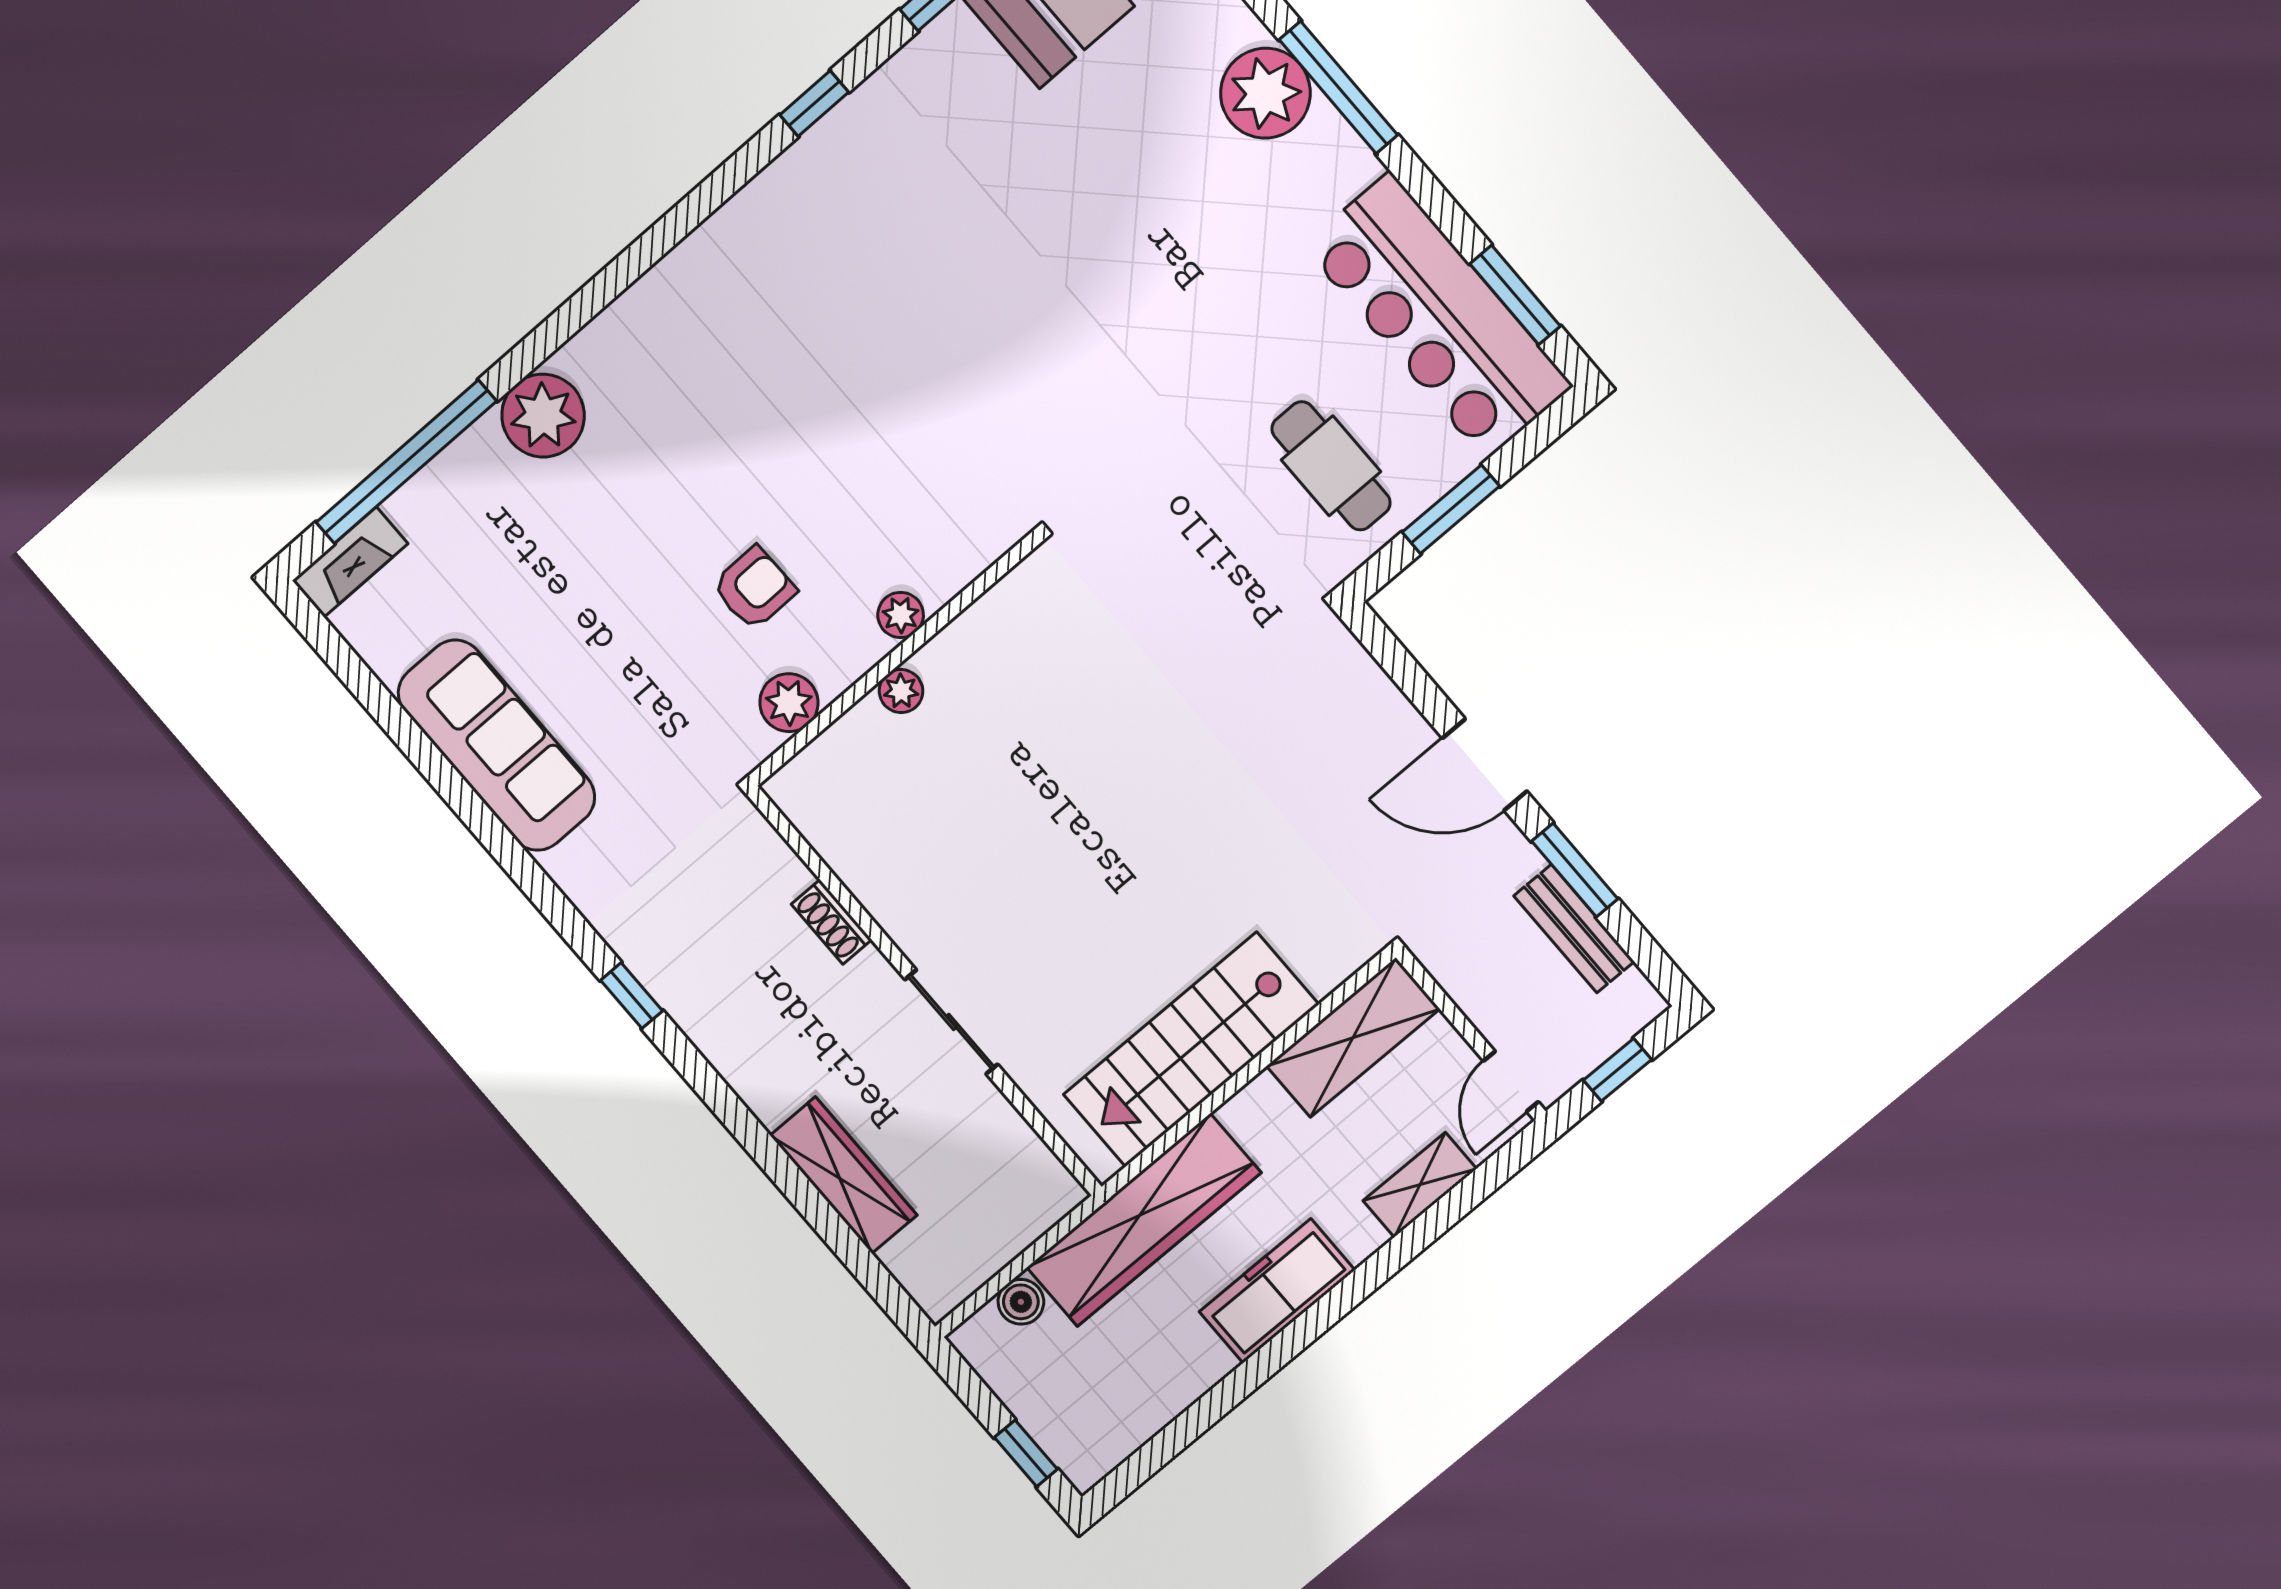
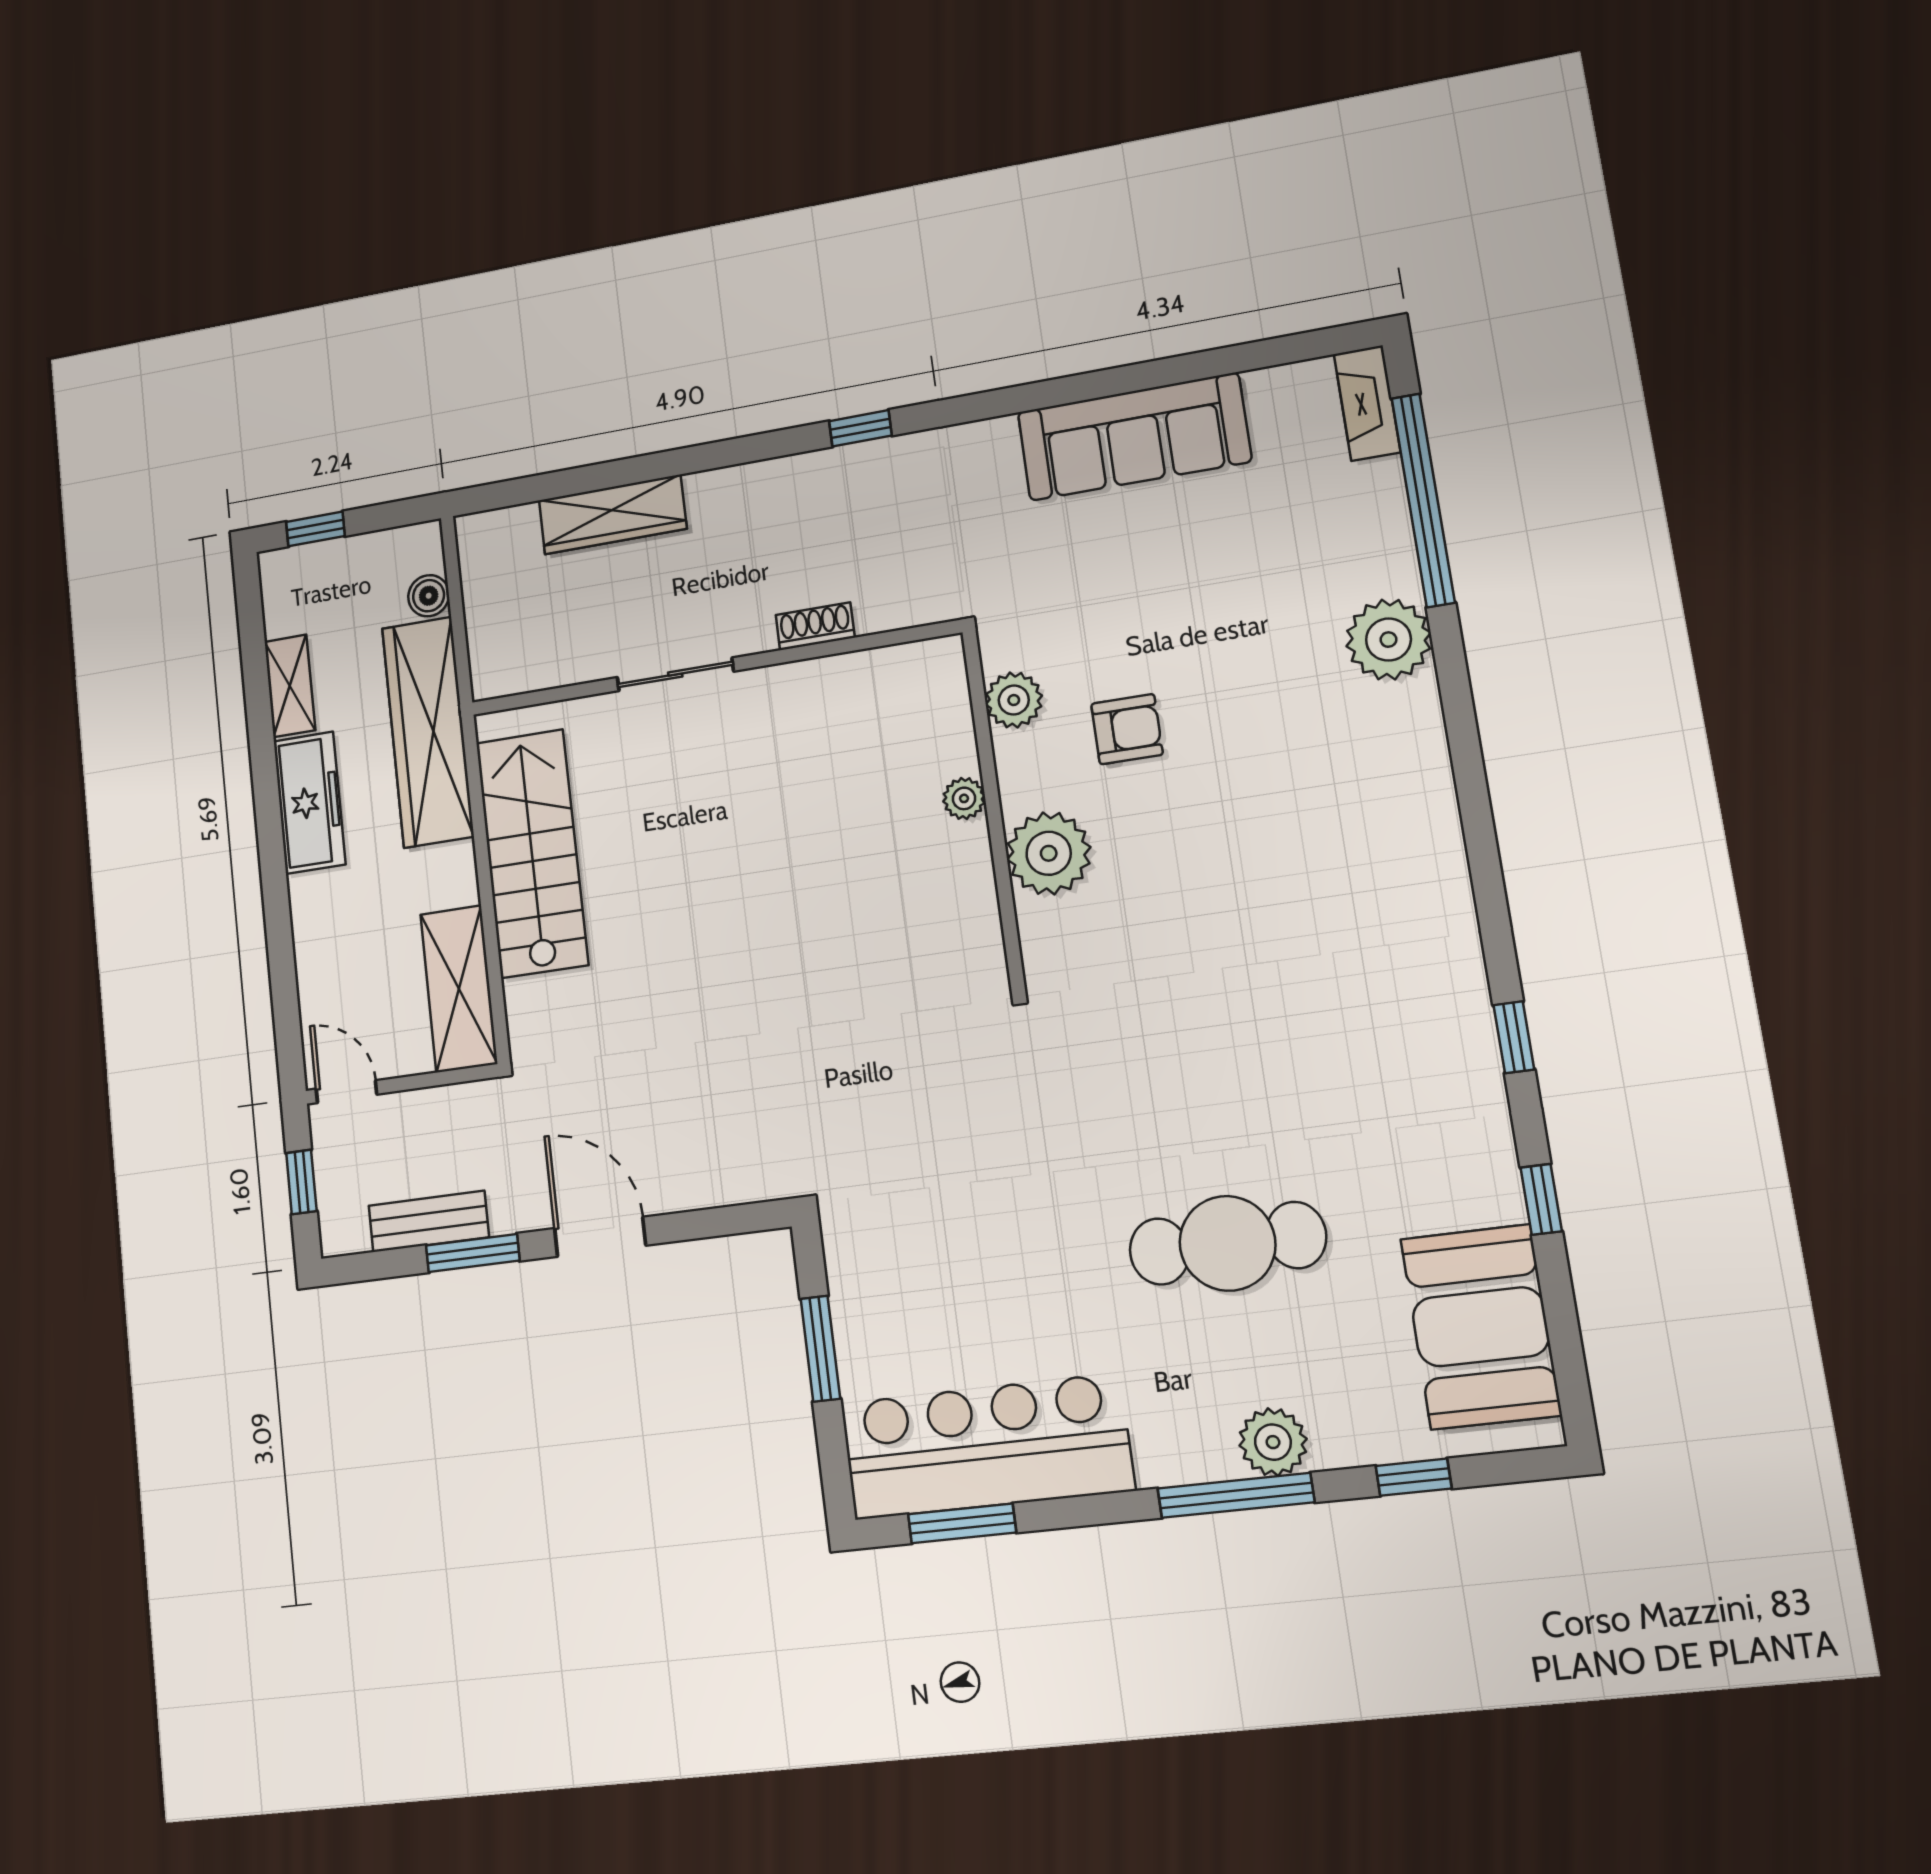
plant: (1265, 93) -> (1273, 1442), width x0.73, depth x0.73
cafe table: (1331, 466) -> (1227, 1243), moved, width x1.37, depth x1.35
armchair: (754, 588) -> (1127, 729), turned -89
plant: (901, 615) -> (1049, 853), width x1.87, depth x1.87
door: (1485, 765) -> (600, 1237), hinge flipped
shelving: (1420, 1185) -> (290, 686), moved

